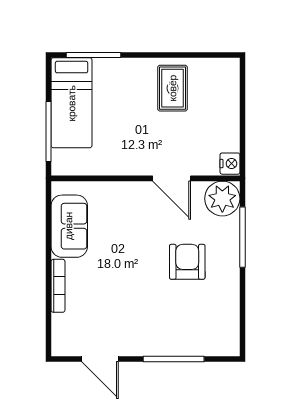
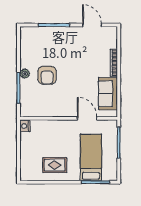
rug: (173, 88) -> (55, 165), turned 90
bed: (72, 103) -> (91, 157), moved
door: (172, 178) -> (87, 118), moved
plant: (222, 199) -> (25, 74), moved, width x0.53, depth x0.53

